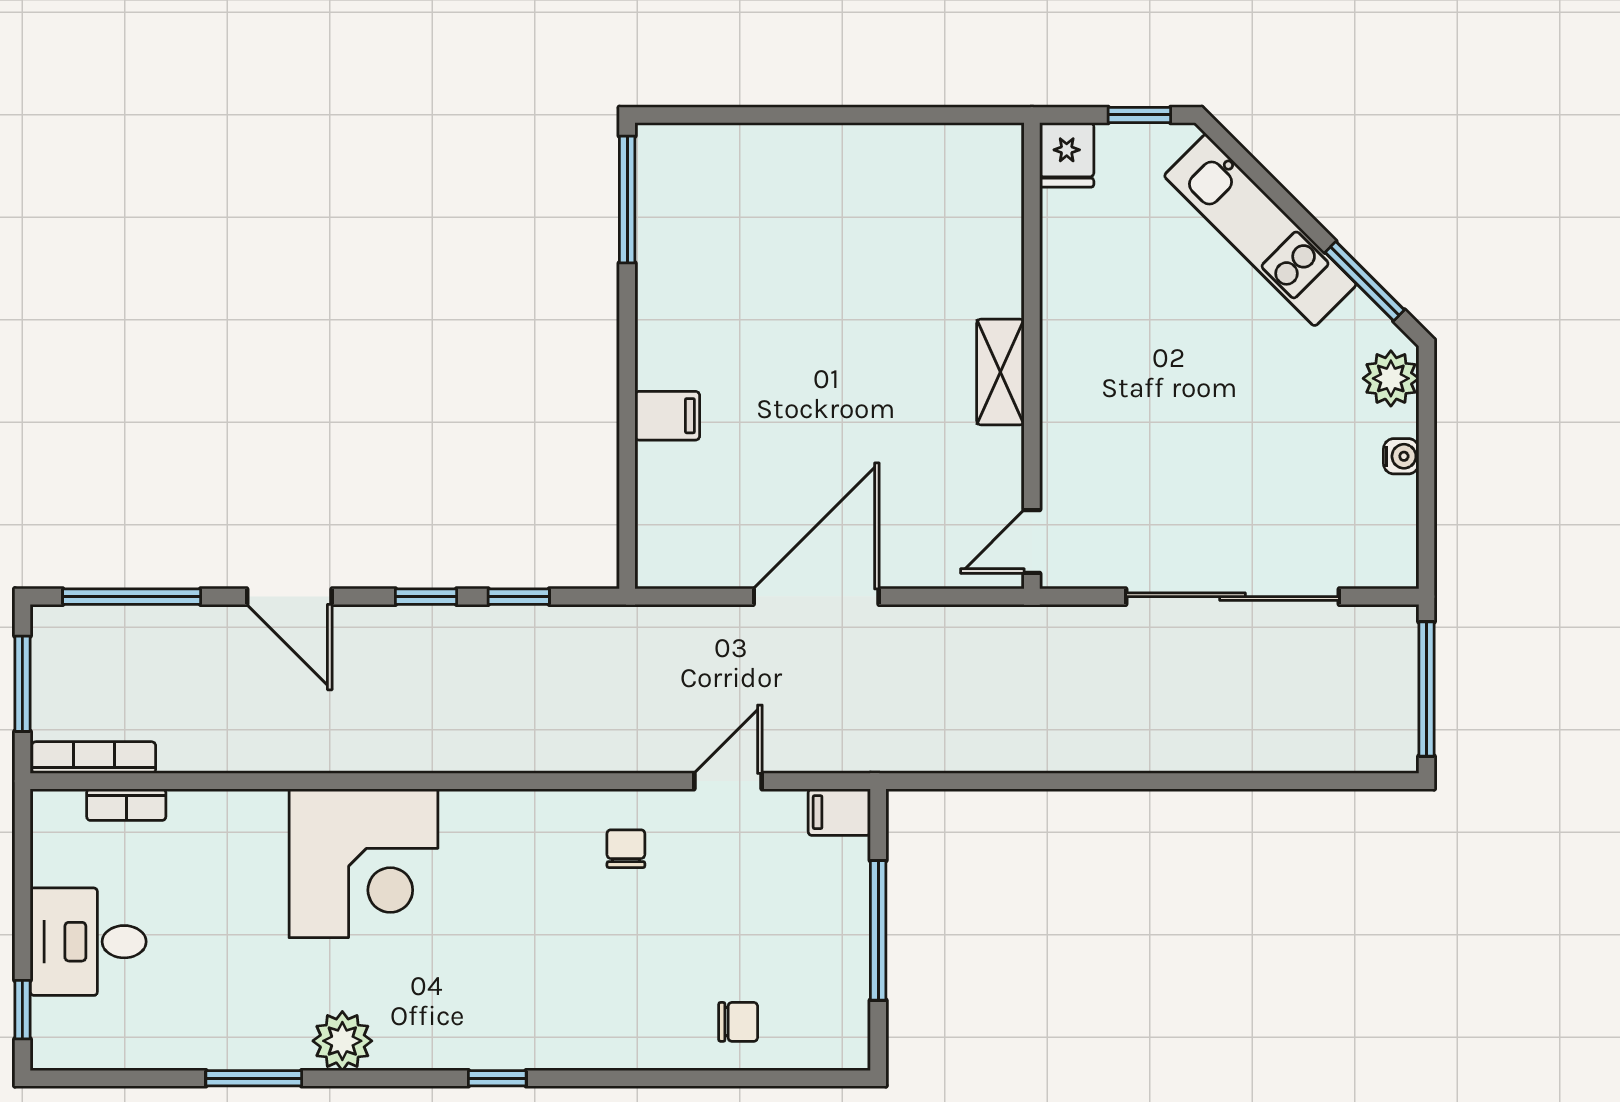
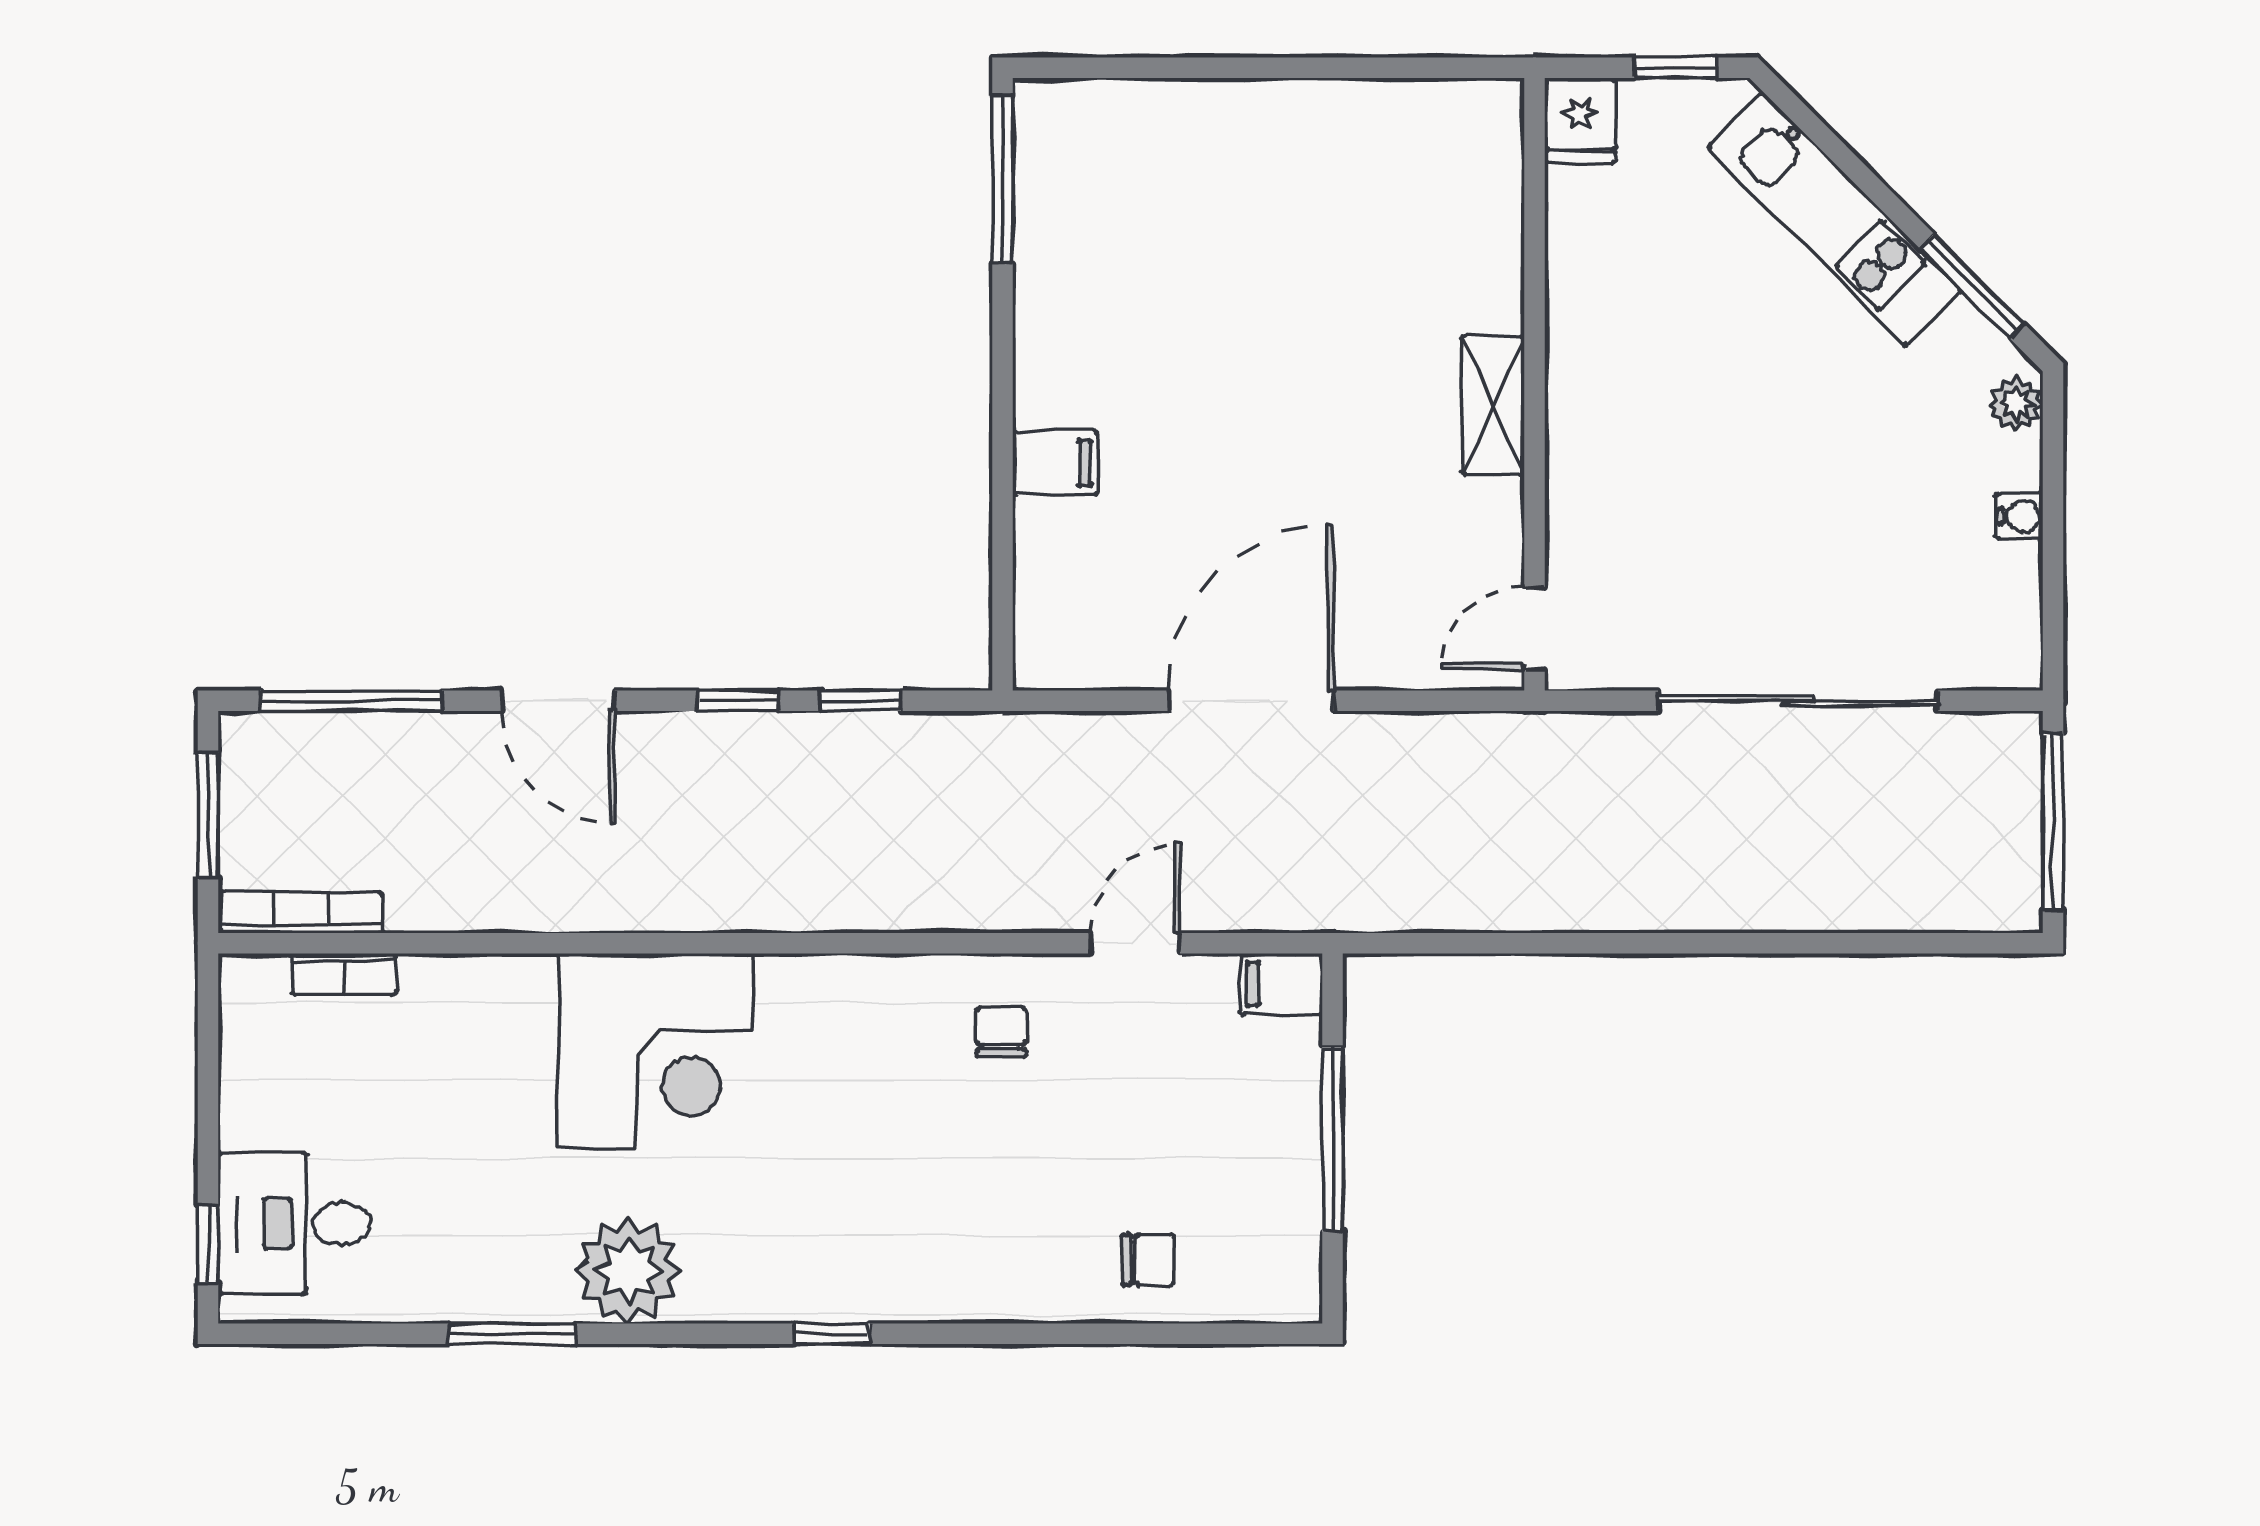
plant: (1391, 378) -> (2016, 404), width x0.73, depth x0.73
desk: (88, 942) -> (294, 1224), moved
plant: (342, 1041) -> (628, 1271), width x1.36, depth x1.36

